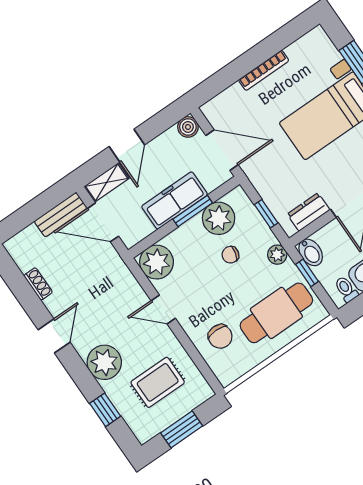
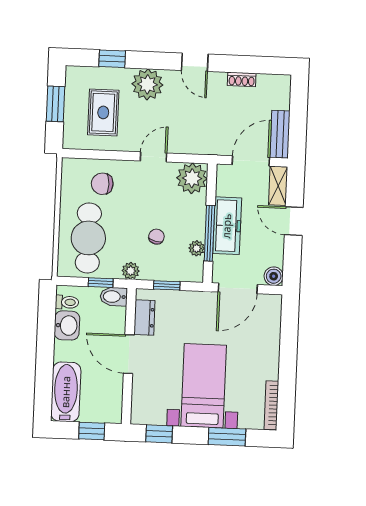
bookcase: (264, 70) -> (271, 405), moved
window: (193, 211) -> (209, 233), width x1.44
plant: (219, 218) -> (197, 248), width x0.53, depth x0.53

